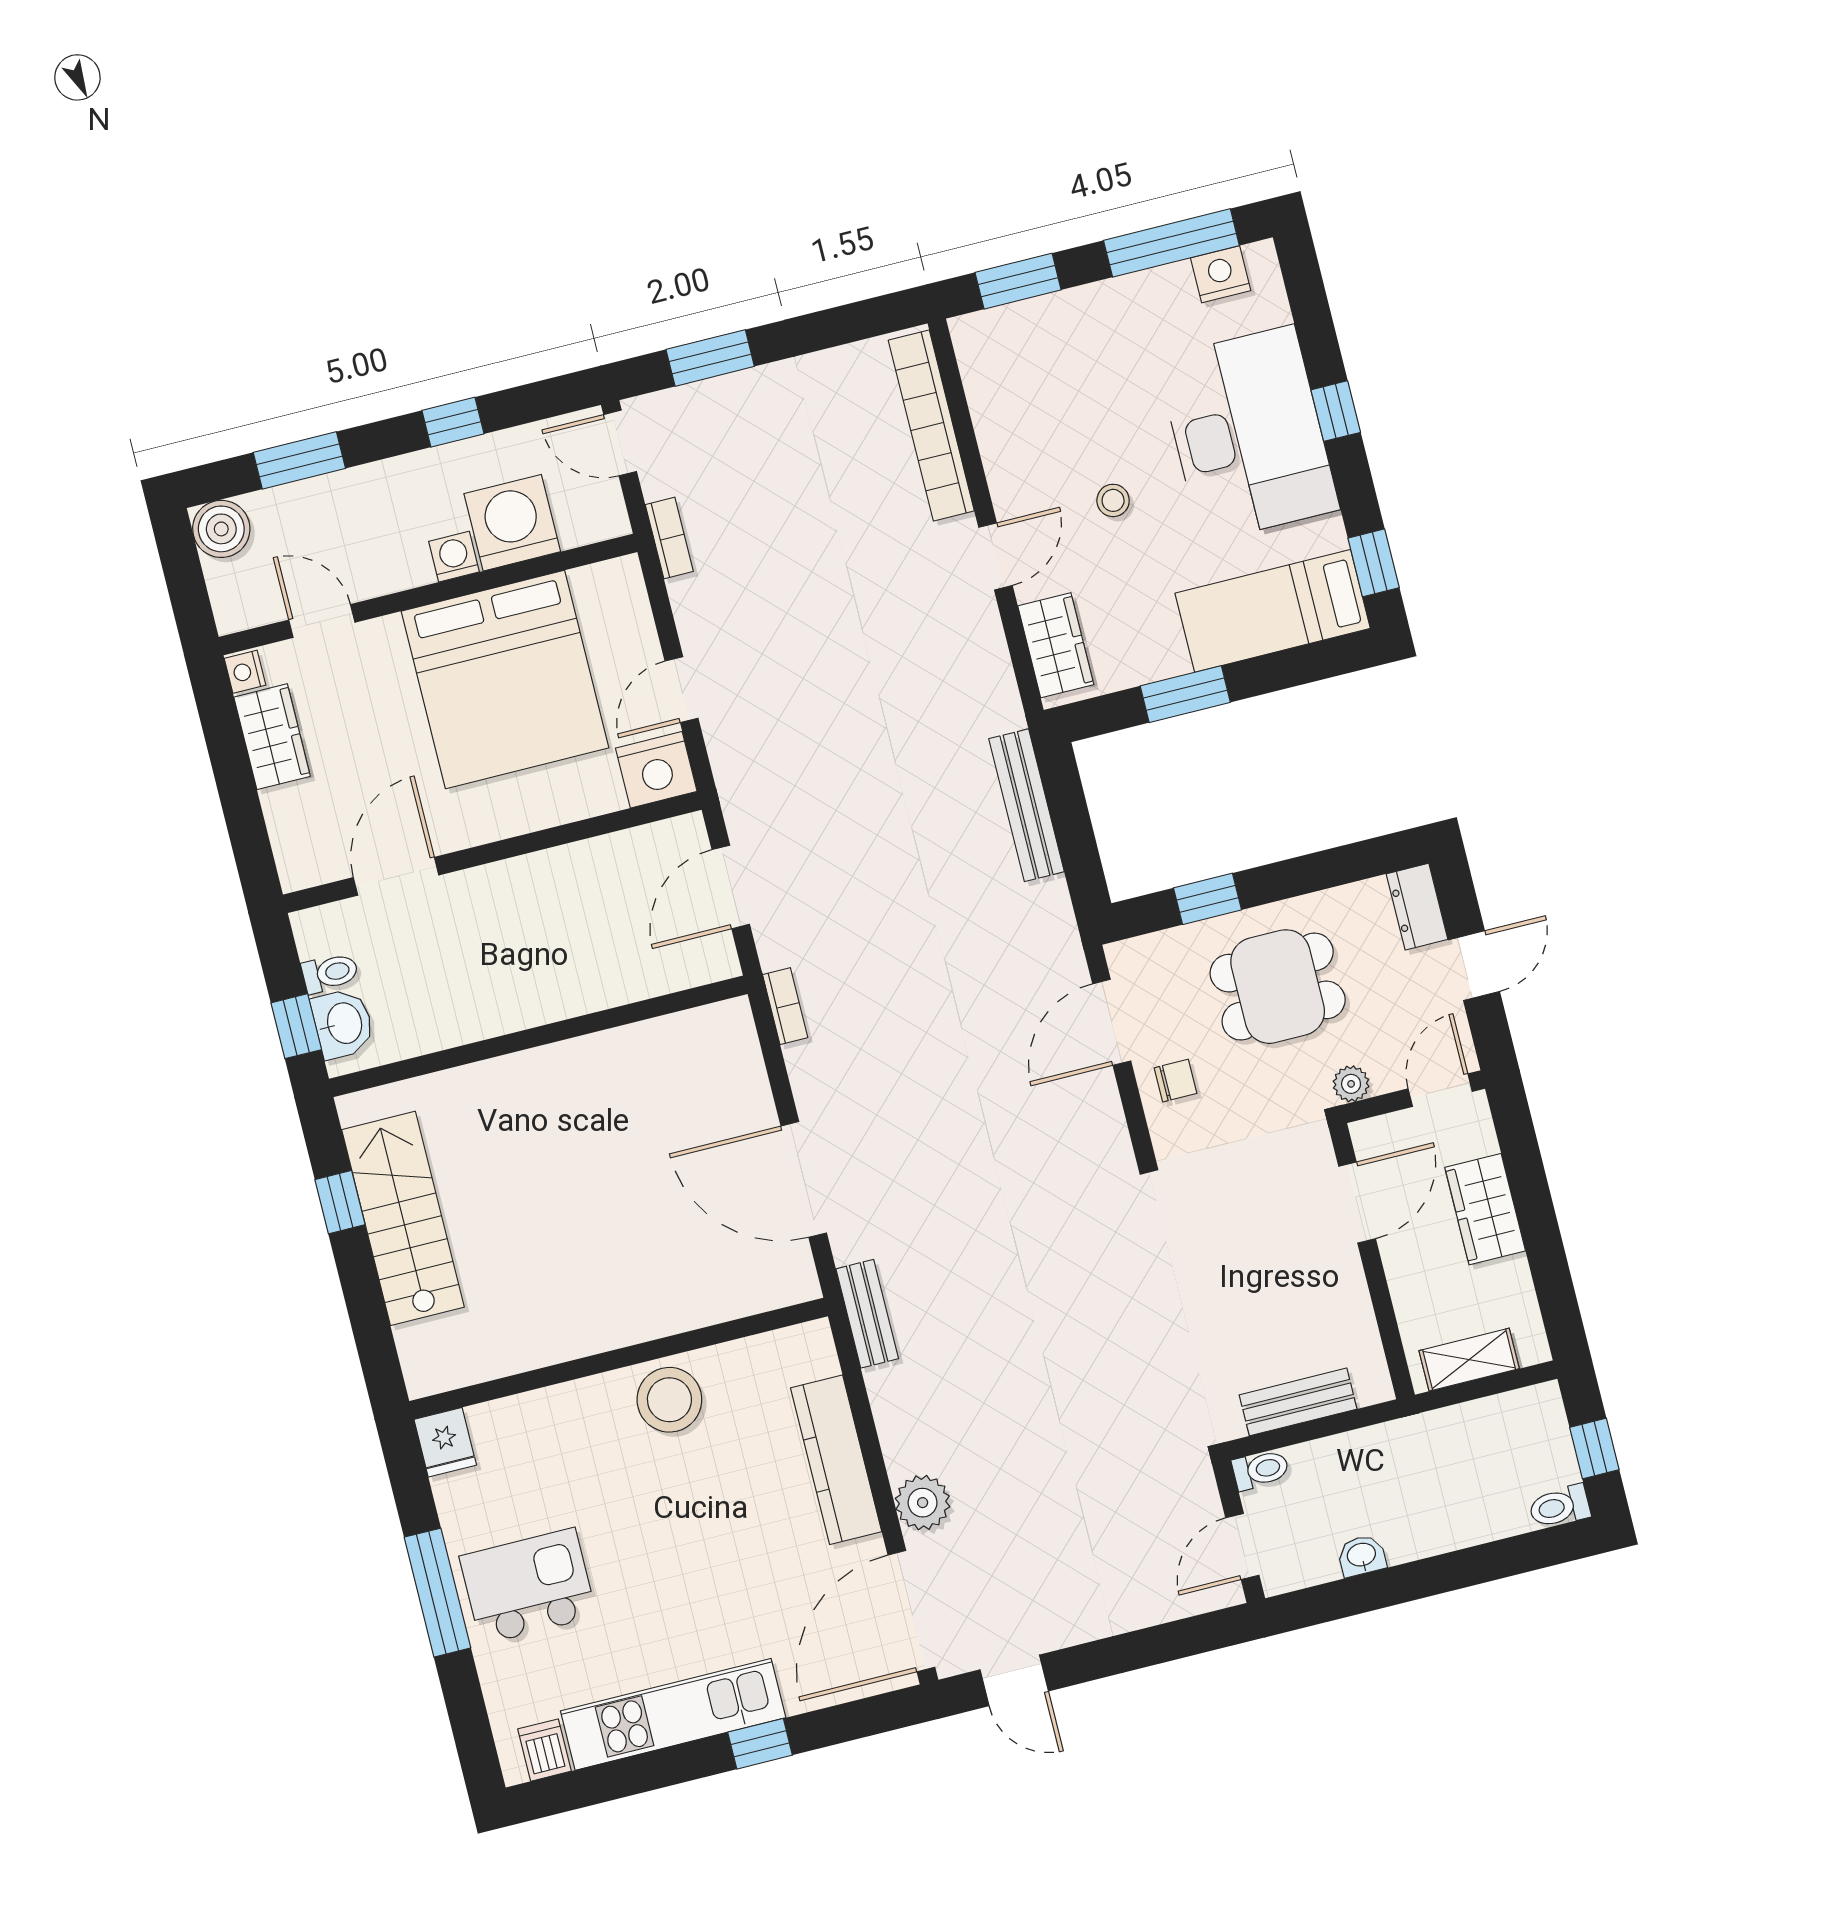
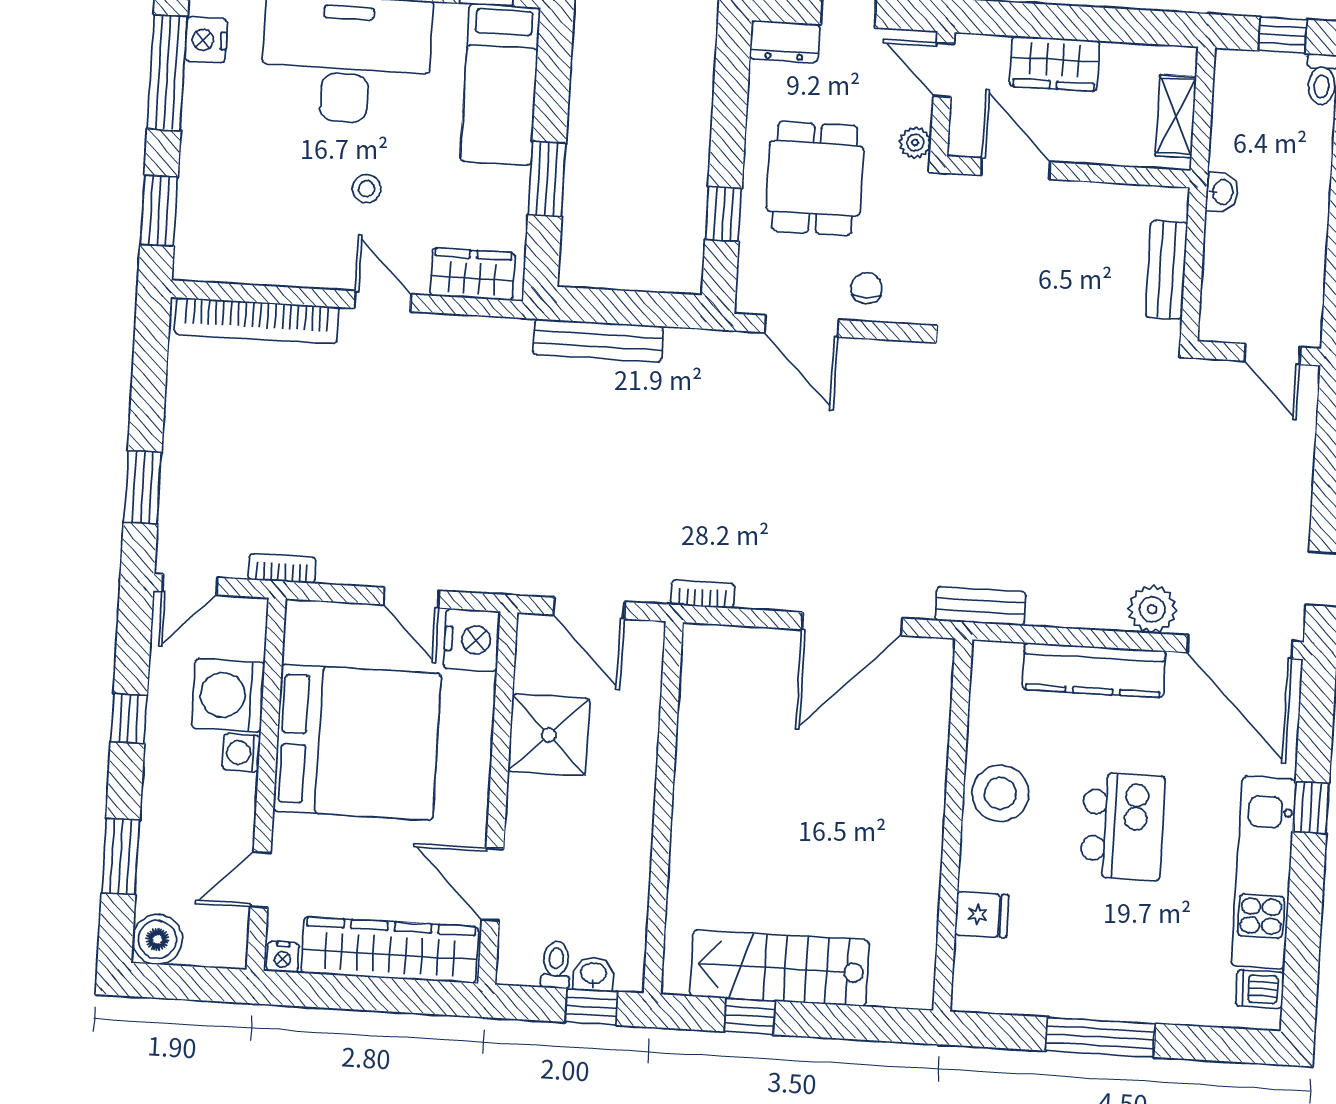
wardrobe: (272, 737) -> (390, 950), width x2.10, depth x1.17
shower: (579, 886) -> (549, 735), added
washbasin: (343, 1024) -> (593, 974), width x0.72, depth x0.69
fridge: (445, 1442) -> (982, 915), moved
toilet: (1261, 1470) -> (1213, 319), removed
washbasin: (1362, 1556) -> (1222, 192), moved, turned 180
kitchen island: (528, 1586) -> (1122, 826), moved, turned 180

